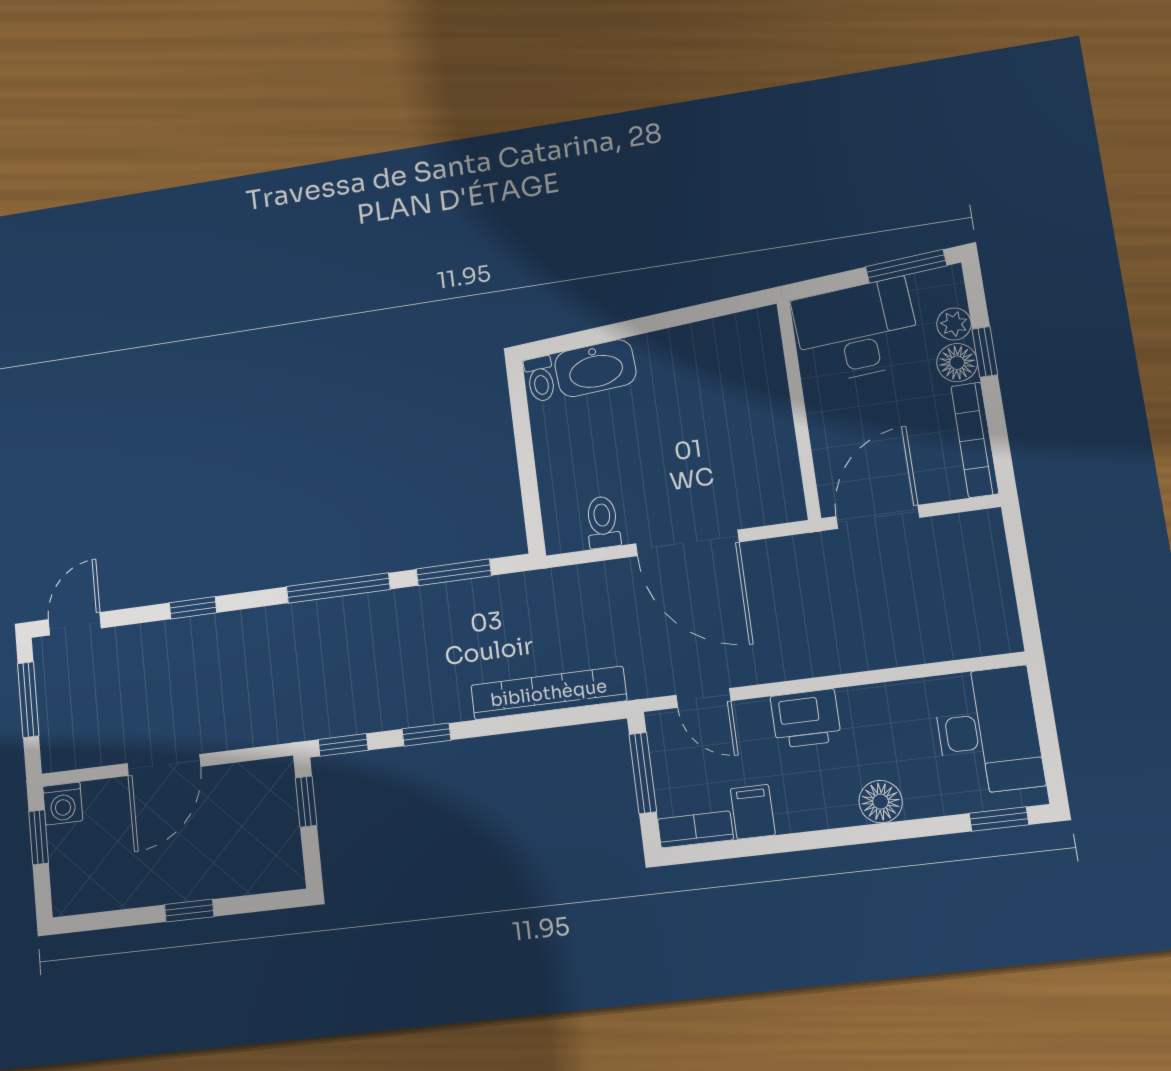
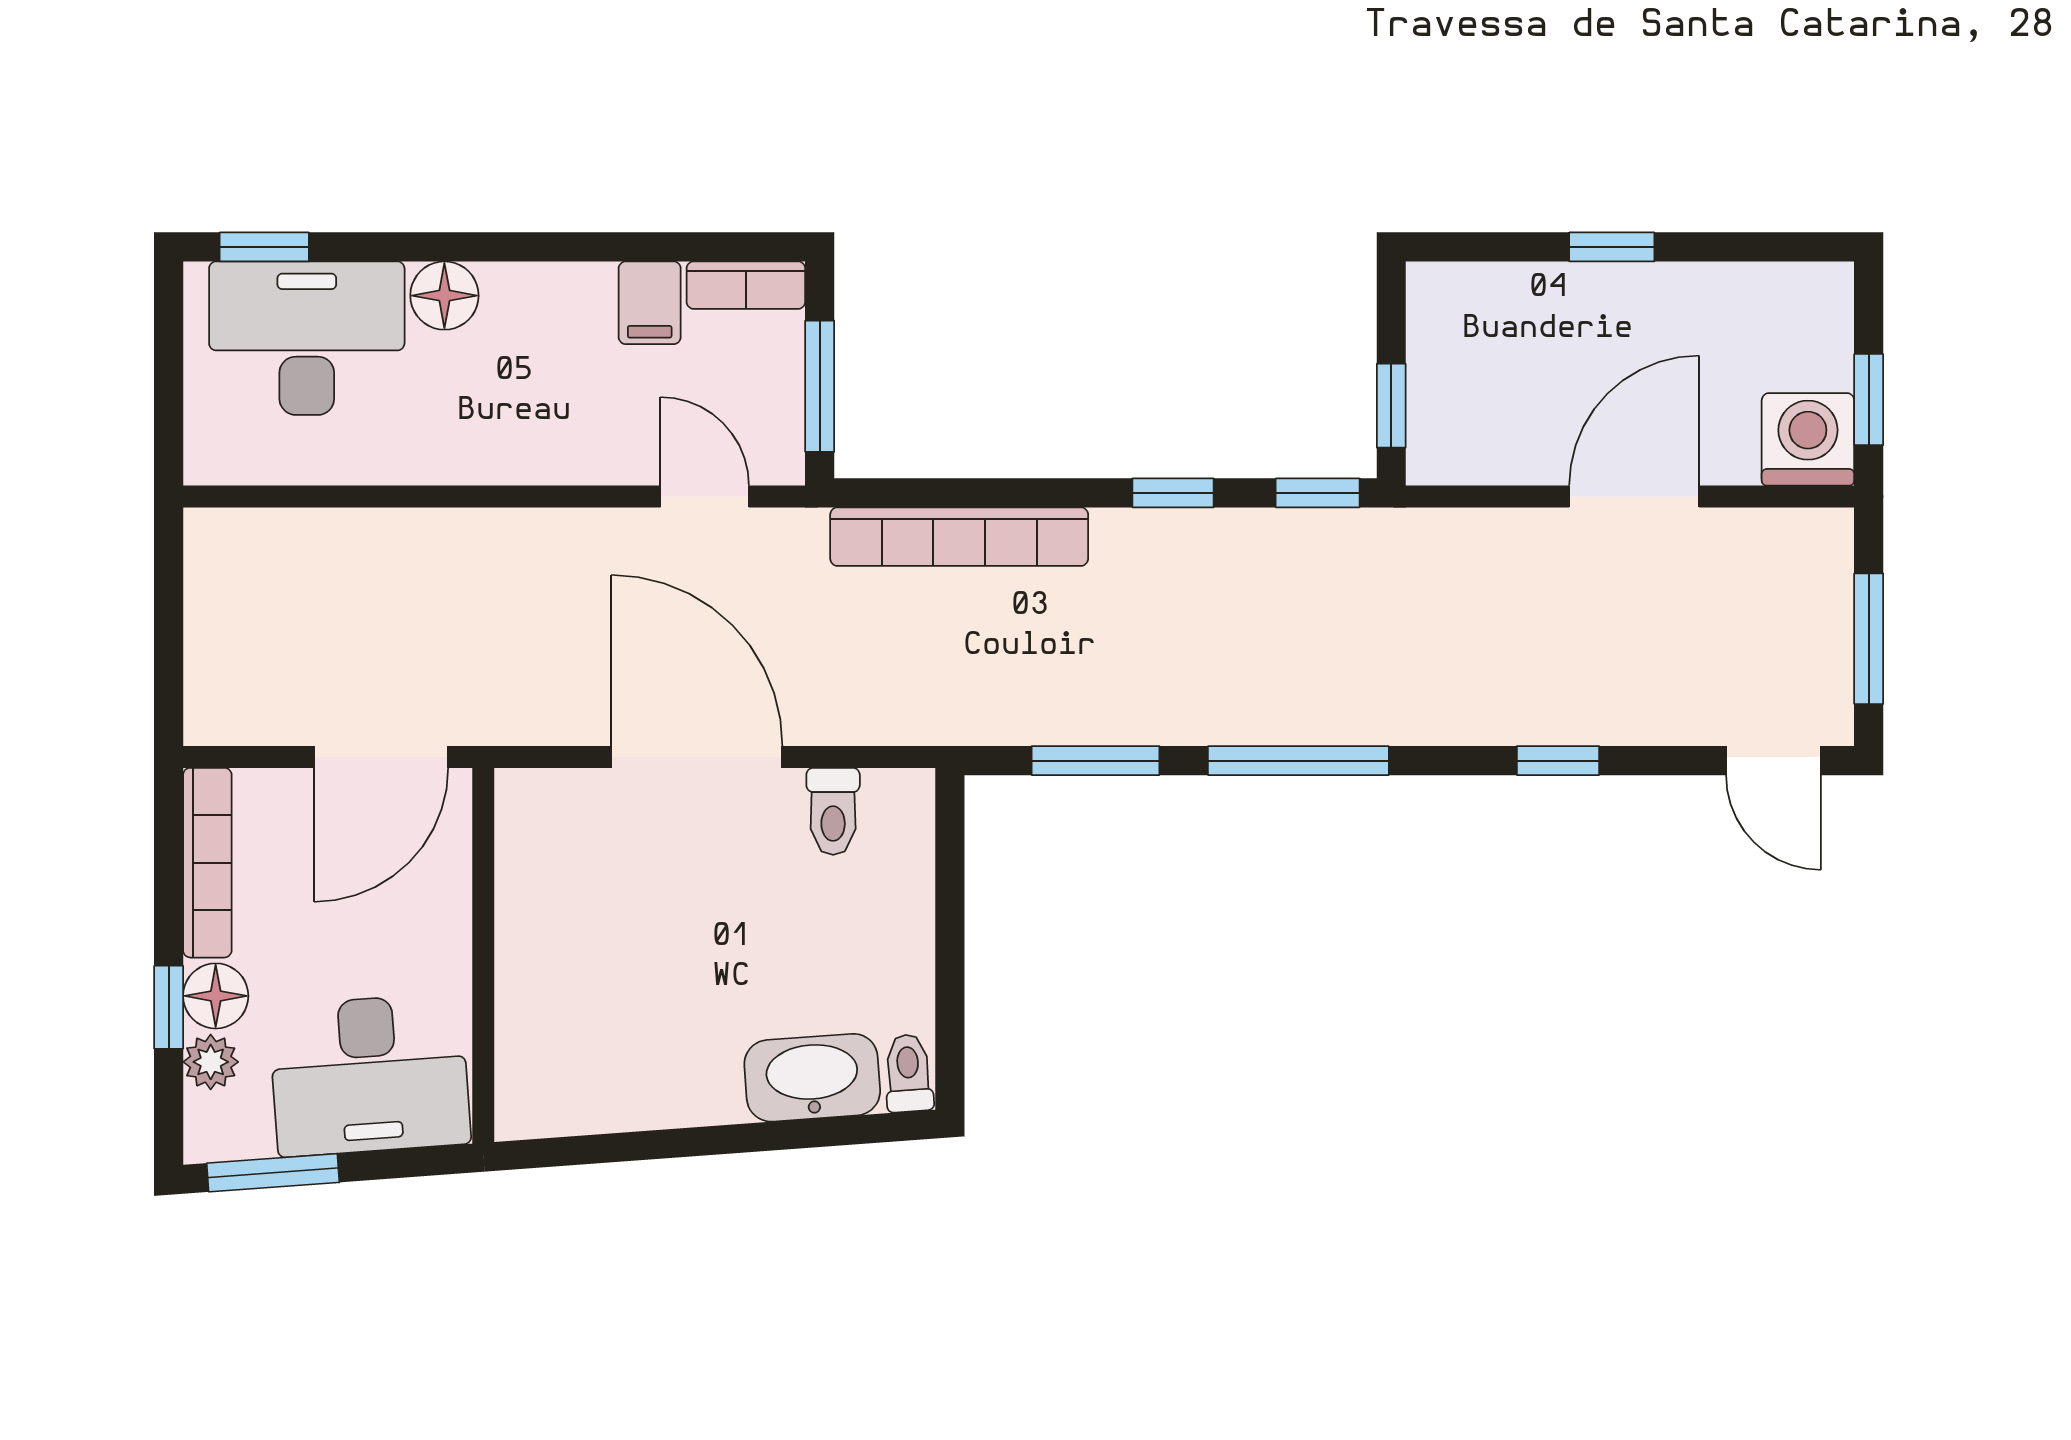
door: (75, 624) -> (1773, 761), hinge flipped
printer: (806, 719) -> (544, 443), removed
desk: (988, 731) -> (307, 338), moved, turned 90
washing machine: (63, 804) -> (1808, 439), width x1.38, depth x1.38

